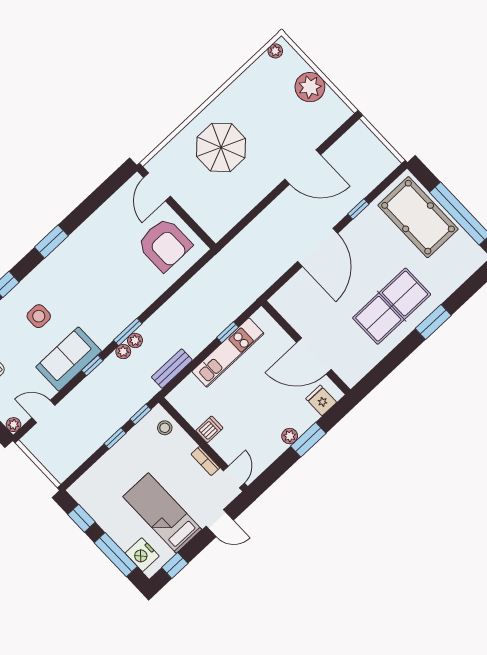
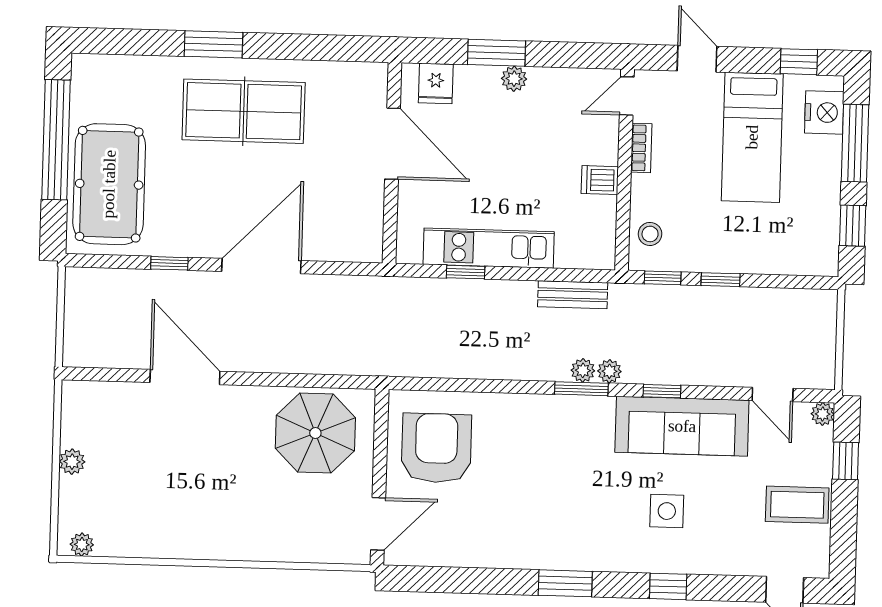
plant: (310, 87) -> (72, 462), width x0.53, depth x0.53
parasol: (221, 147) -> (315, 433), moved
sofa: (69, 359) -> (682, 426), width x1.36

